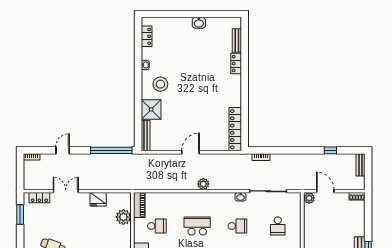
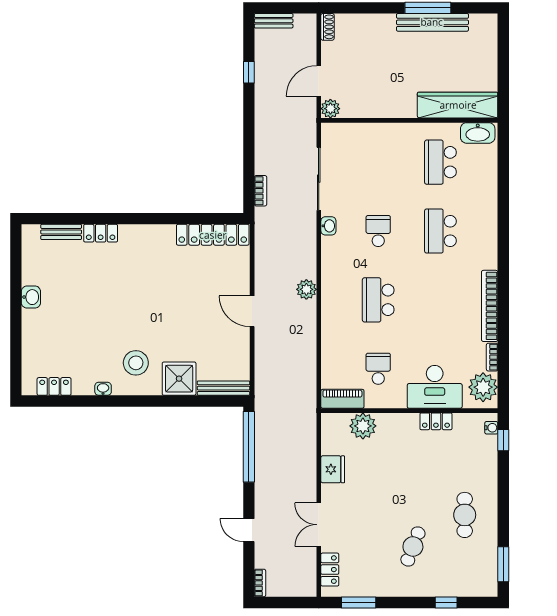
school desk: (278, 226) -> (378, 162), removed

